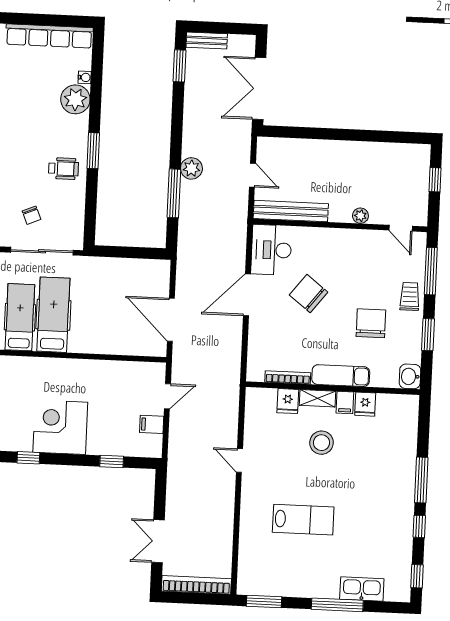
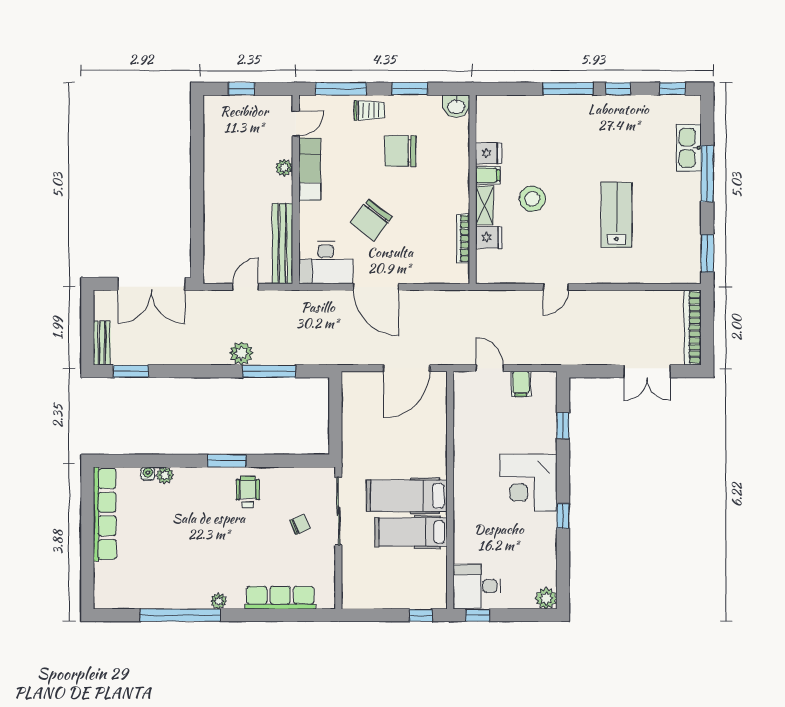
plant: (75, 99) -> (165, 475), width x0.53, depth x0.53
trolley: (410, 296) -> (369, 110), turned 180
exam couch: (341, 376) -> (310, 169), moved, turned 180

